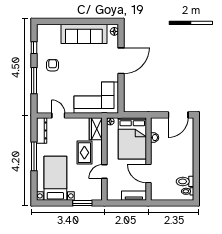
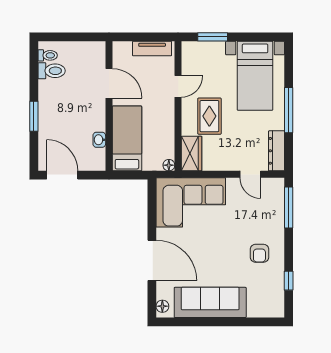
door: (121, 61) -> (152, 260), swing flipped
window: (34, 81) -> (289, 207), moved
door: (178, 115) -> (62, 175), hinge flipped
bed: (132, 138) -> (127, 138), width x0.67
window: (196, 152) -> (34, 116), added
tv unit: (134, 196) -> (152, 49), moved

